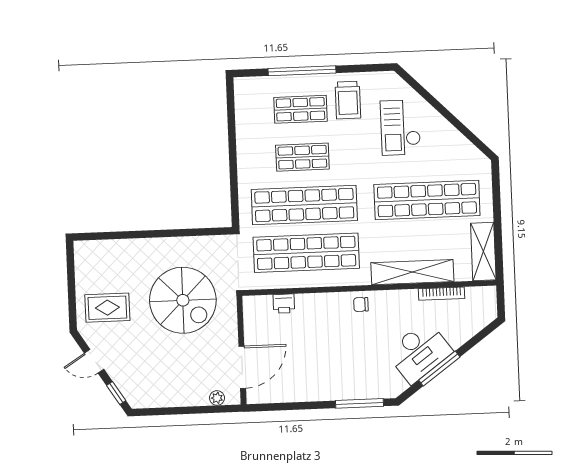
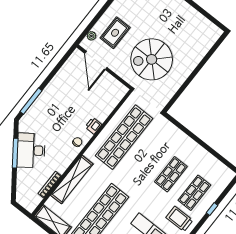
window: (302, 71) -> (212, 209), width x0.32
shop shelf: (304, 205) -> (147, 156), removed
printer: (284, 304) -> (93, 126), moved
rug: (107, 308) -> (115, 33), moved

